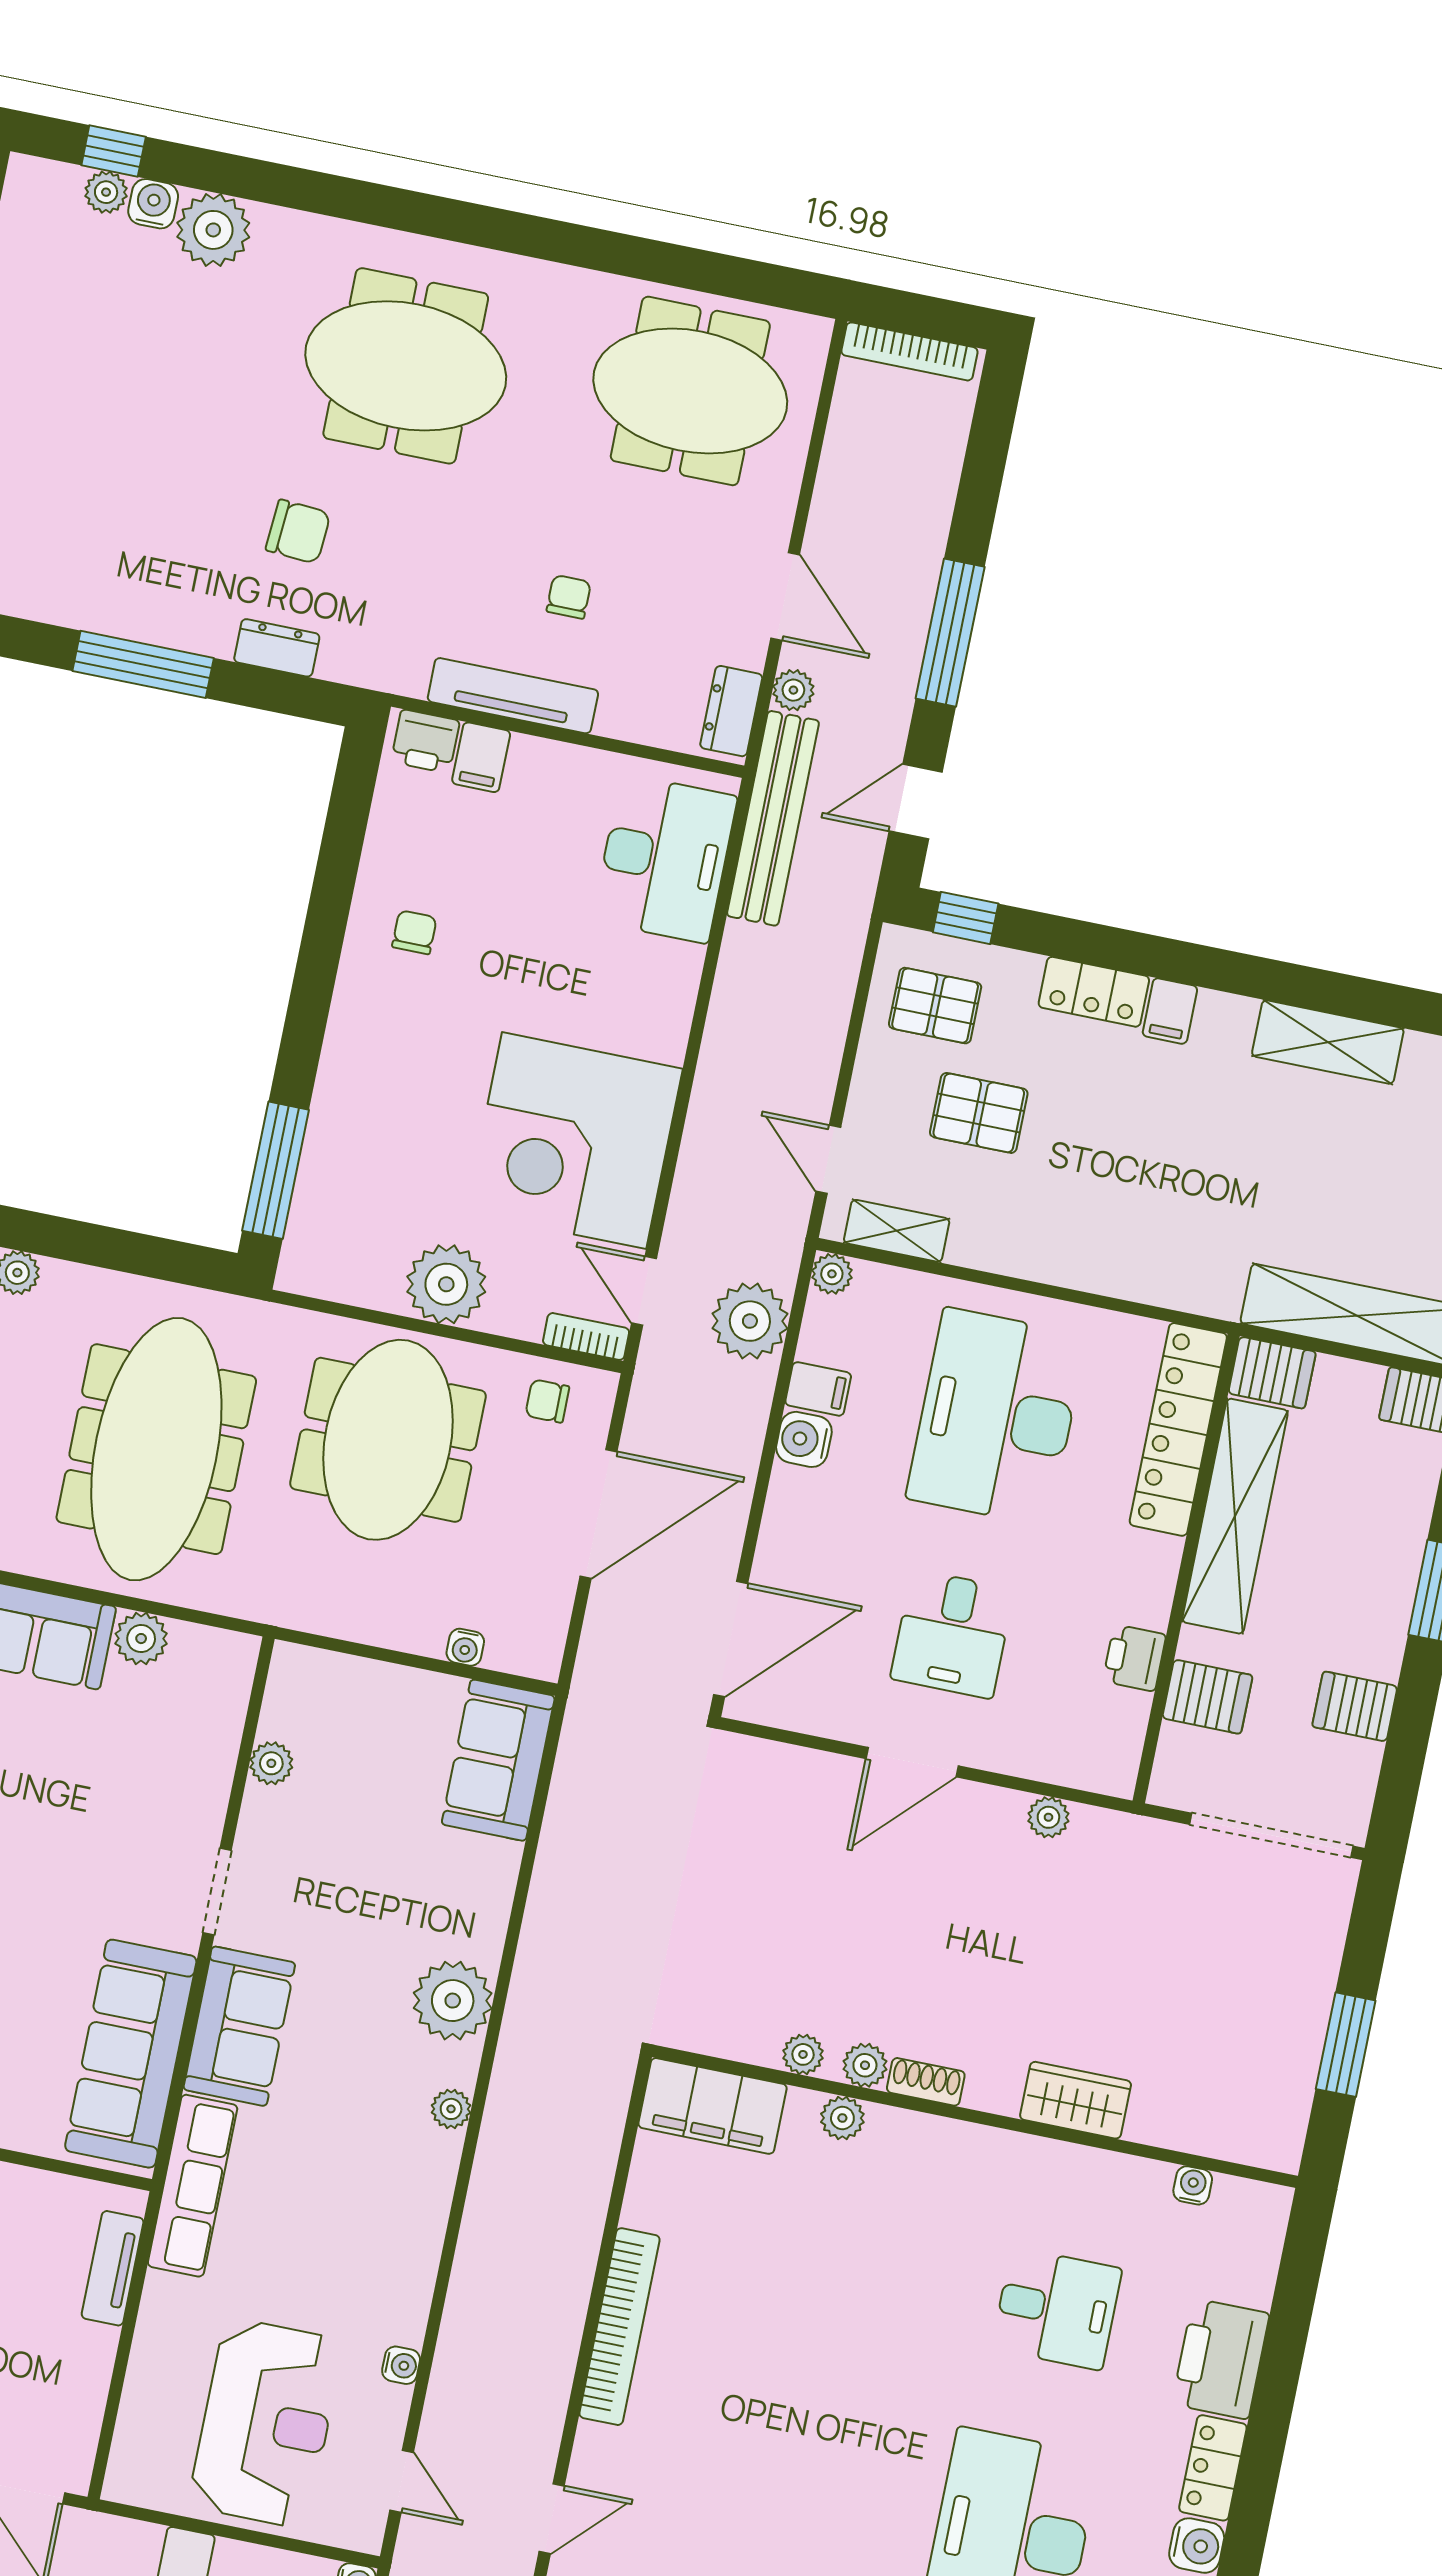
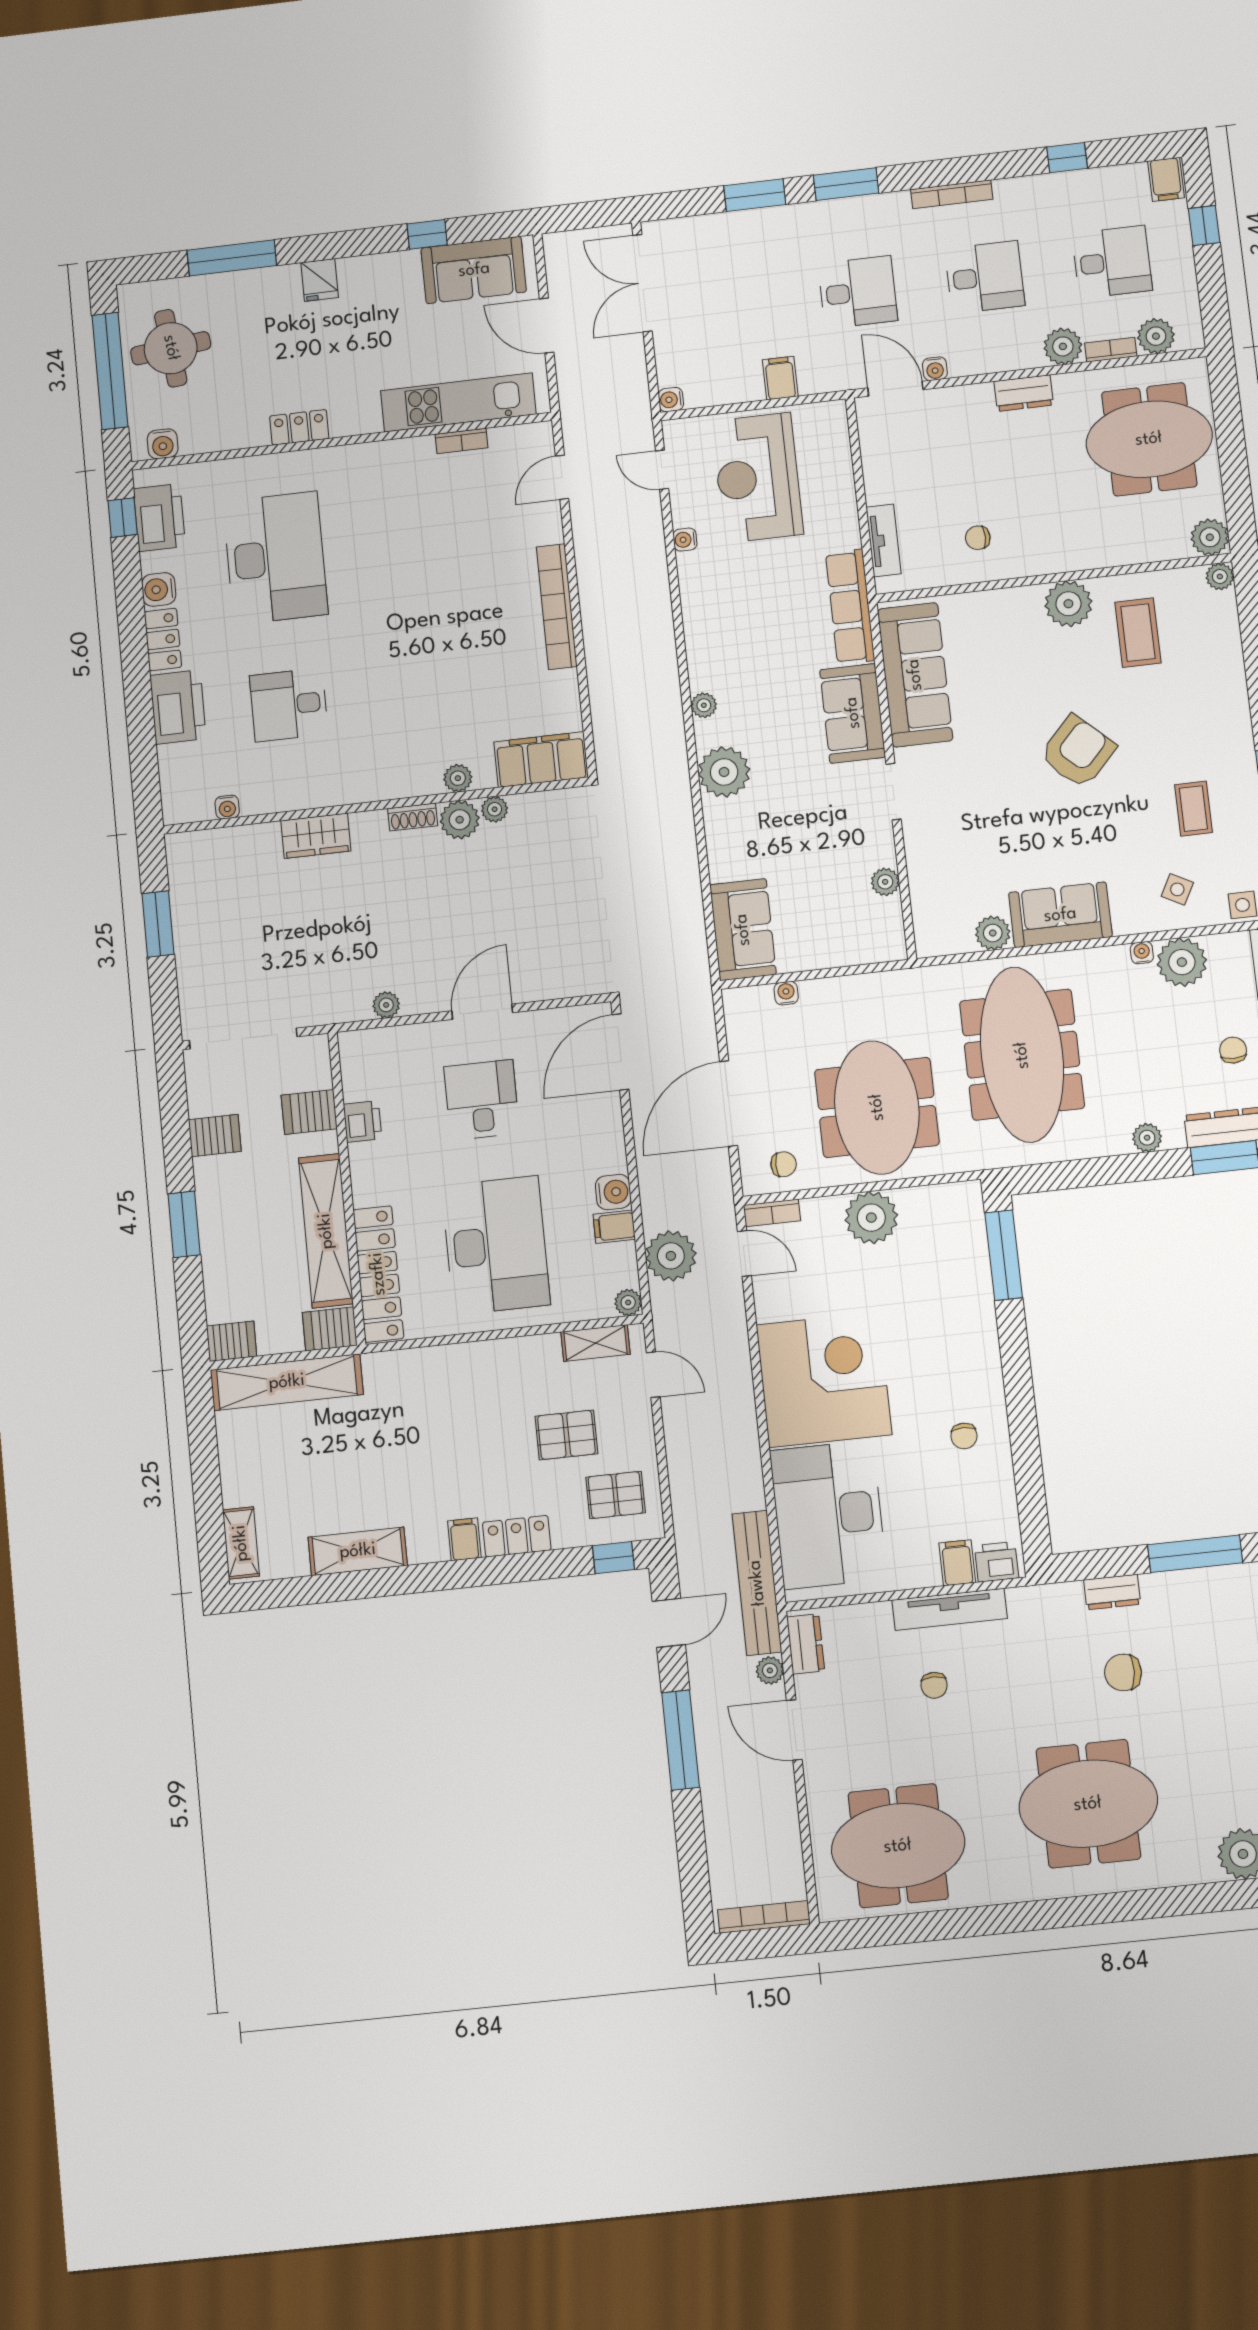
desk: (665, 859) -> (828, 1515), width x1.36, depth x1.30
corner desk: (574, 1141) -> (824, 1380), moved
plant: (865, 2065) -> (460, 820), width x1.38, depth x1.38

